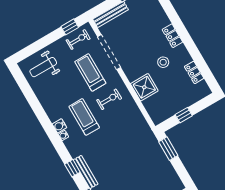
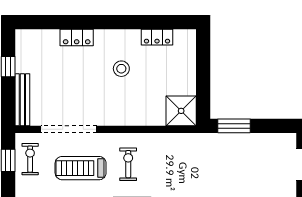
locker: (172, 36) -> (77, 38), moved
shower: (144, 87) -> (181, 111), moved
window: (184, 115) -> (203, 82), removed

